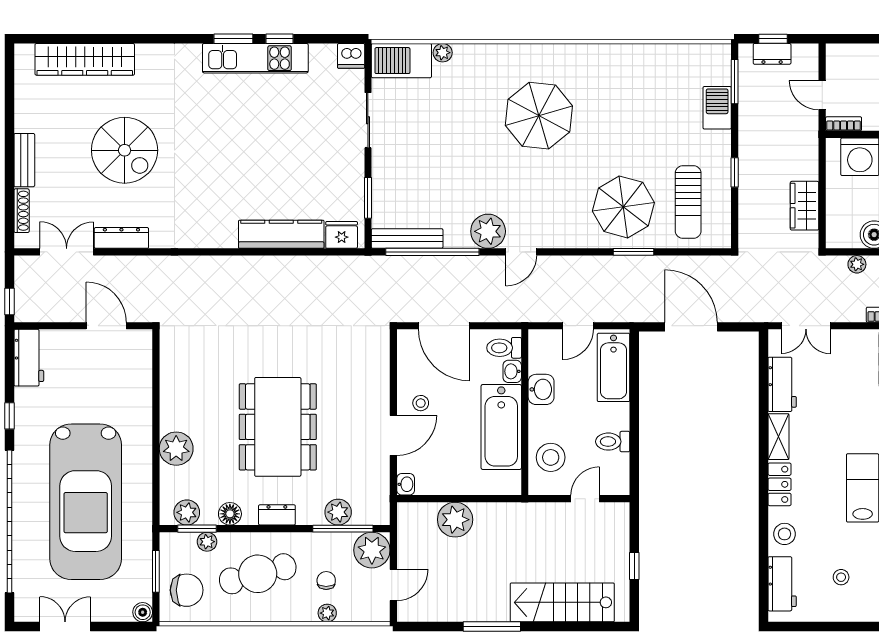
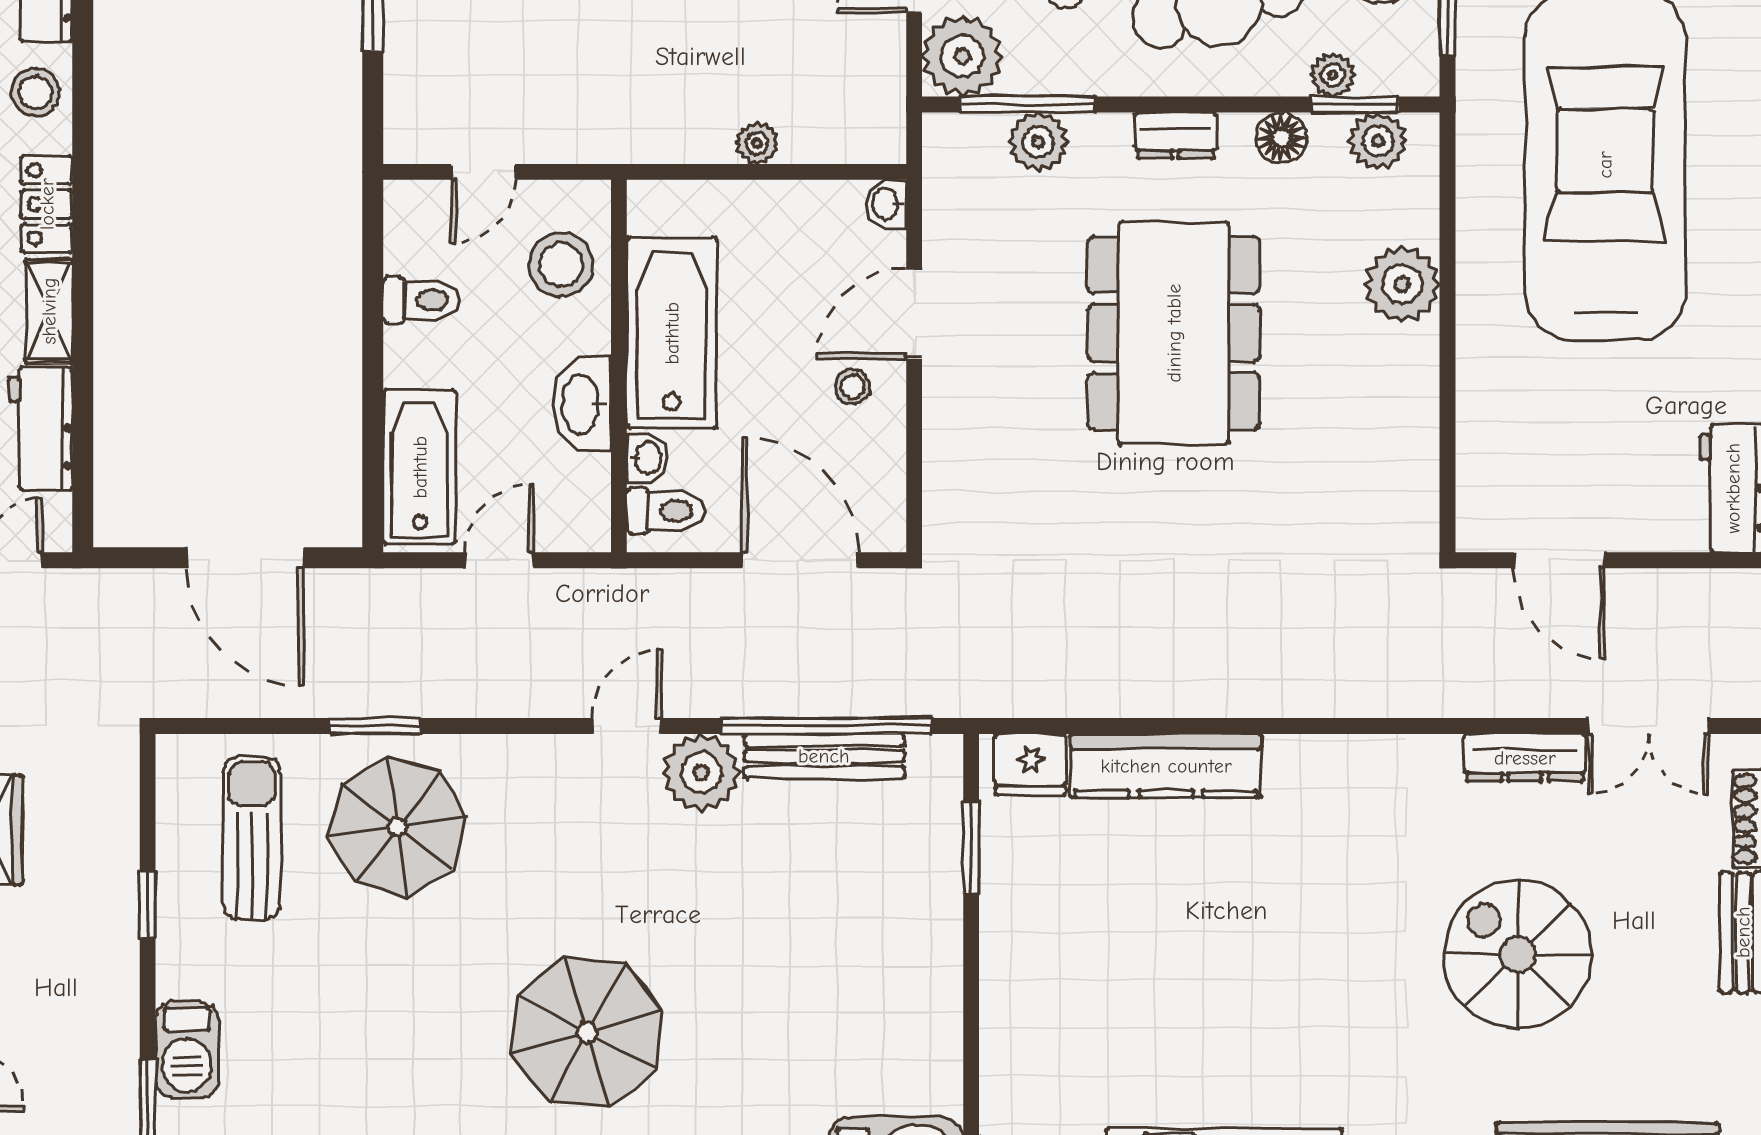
sliding door: (368, 120) -> (971, 1022), removed
bench: (407, 239) -> (824, 756), moved
washbasin: (541, 389) -> (582, 404), width x1.38
plant: (455, 520) -> (757, 143), width x0.53, depth x0.53

